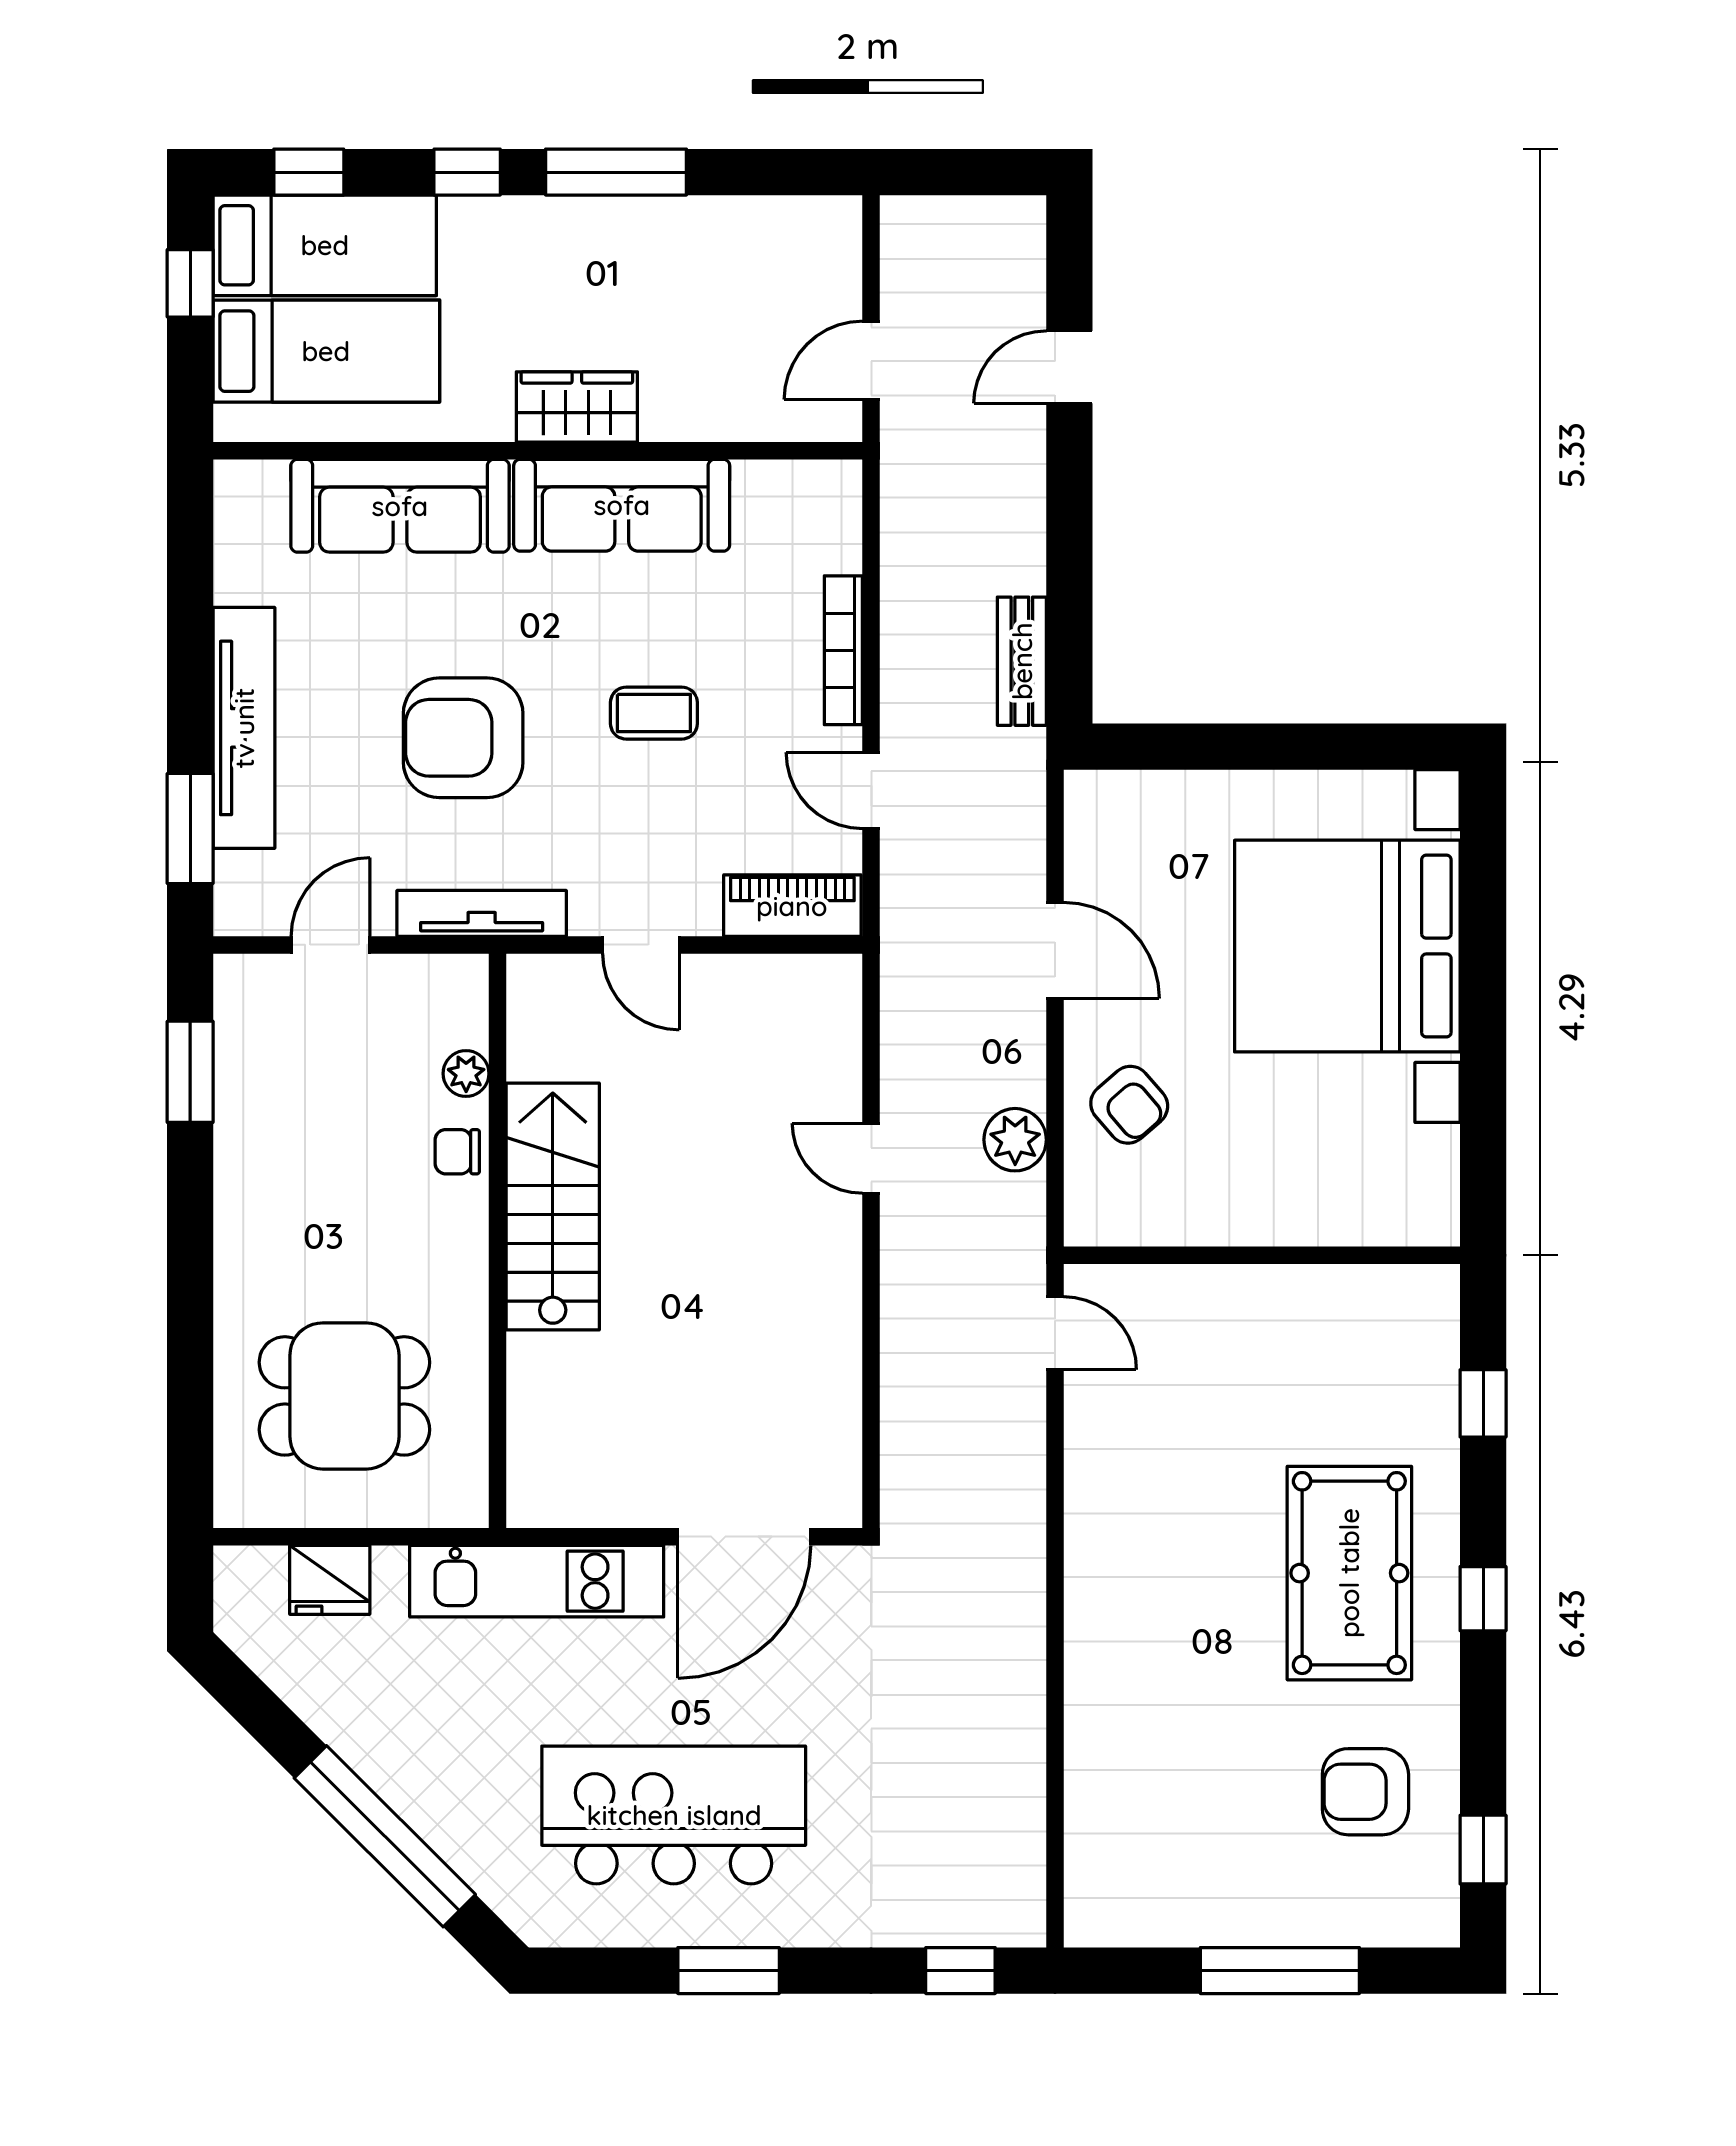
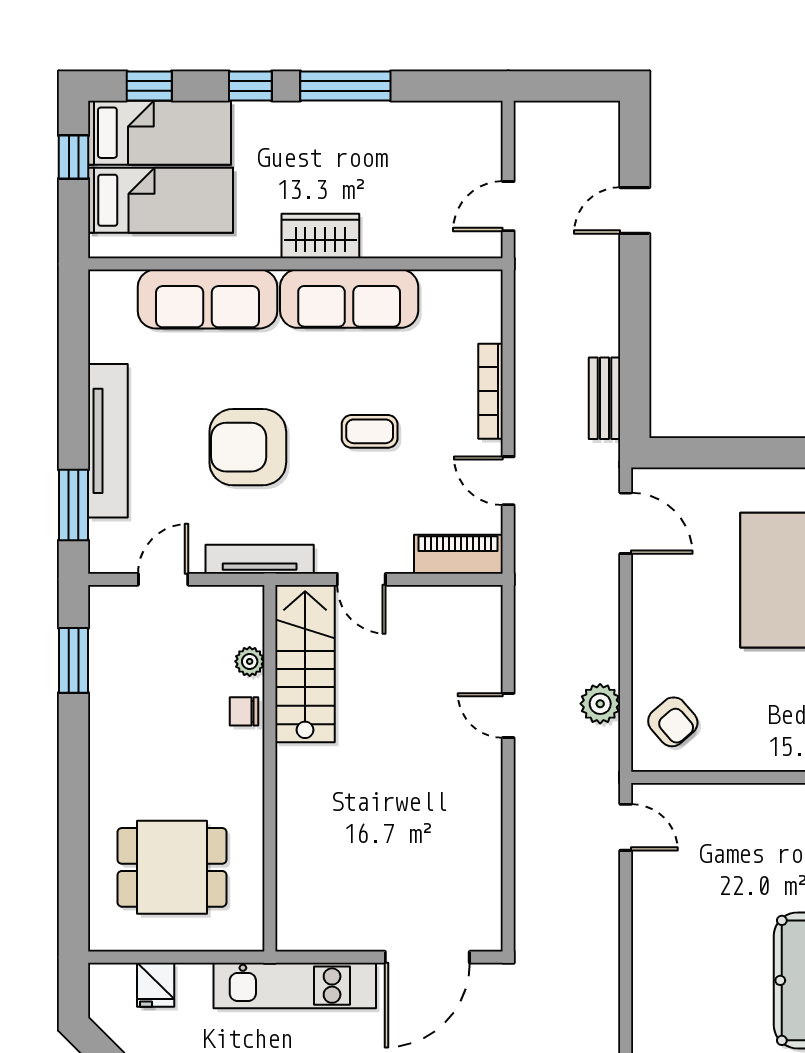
door: (1055, 950) -> (626, 523), moved
armchair: (1129, 1105) -> (673, 722), moved
stairs: (553, 1207) -> (305, 664), moved
fridge: (330, 1580) -> (156, 985), width x0.72

